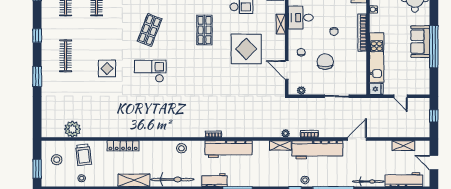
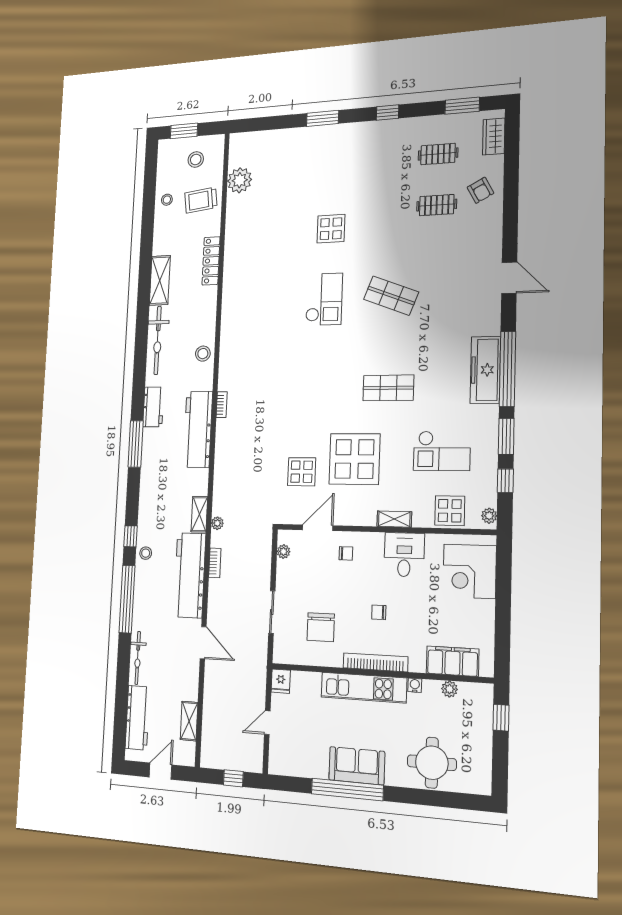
clothes rail: (66, 56) -> (354, 161), removed
kitchen unit: (377, 58) -> (364, 688), moved
chair: (325, 62) -> (321, 627), moved, turned 90
display table: (254, 81) -> (302, 472), added

